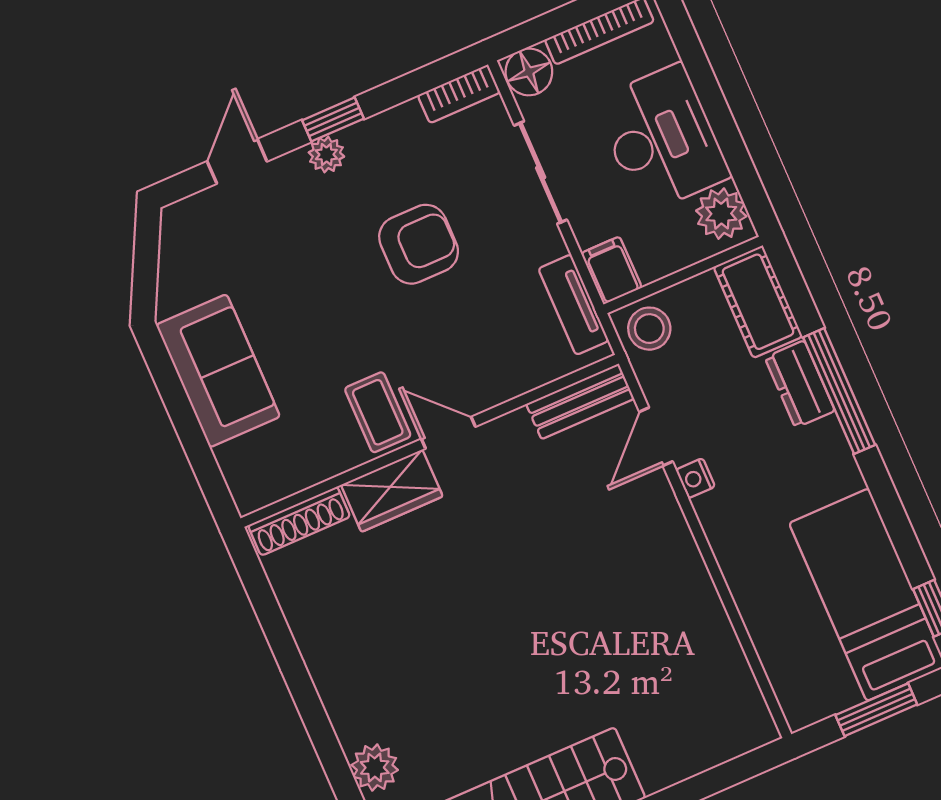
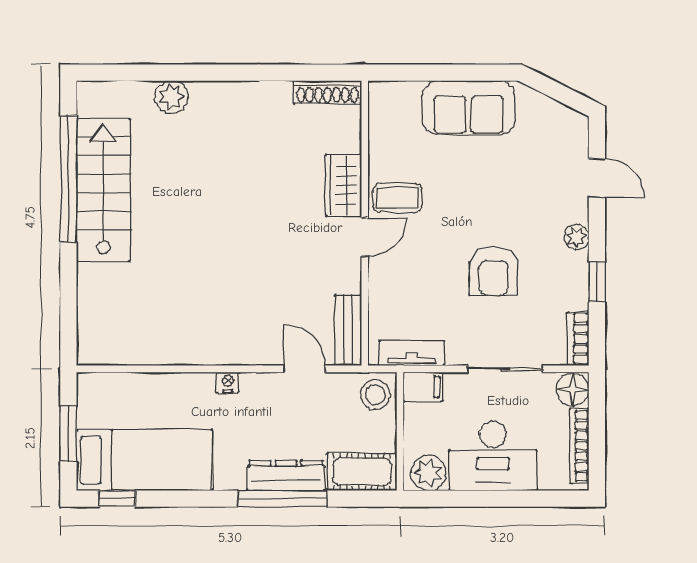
window: (333, 119) -> (597, 282), moved
dresser: (800, 384) -> (286, 475), width x1.44
nightstand: (695, 478) -> (228, 382), moved
shoe rack: (299, 521) -> (327, 92), moved, turned -90

